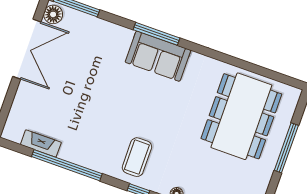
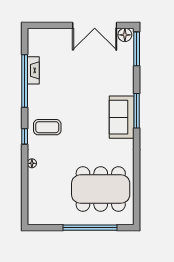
fireplace: (41, 143) -> (33, 70), moved
window: (286, 148) -> (90, 228), width x1.46

